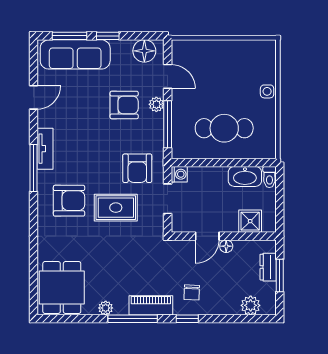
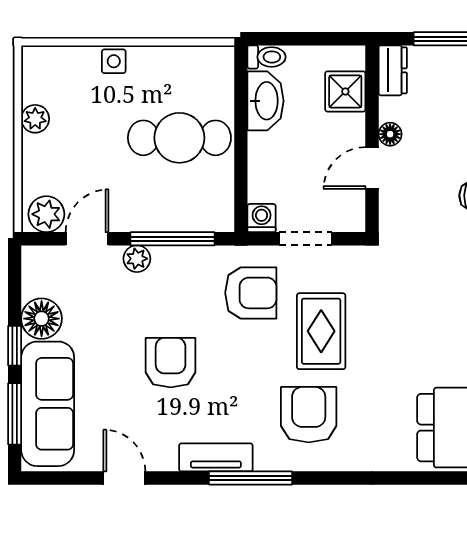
plant: (235, 47) -> (35, 119), added
floor lamp: (144, 51) -> (42, 319), moved
plant: (181, 54) -> (46, 214), added
armchair: (124, 105) -> (171, 363), moved
cafe table: (224, 128) -> (179, 138), turned 90
door: (207, 236) -> (372, 168), swing flipped
dresser: (268, 267) -> (393, 70), moved, turned -90

